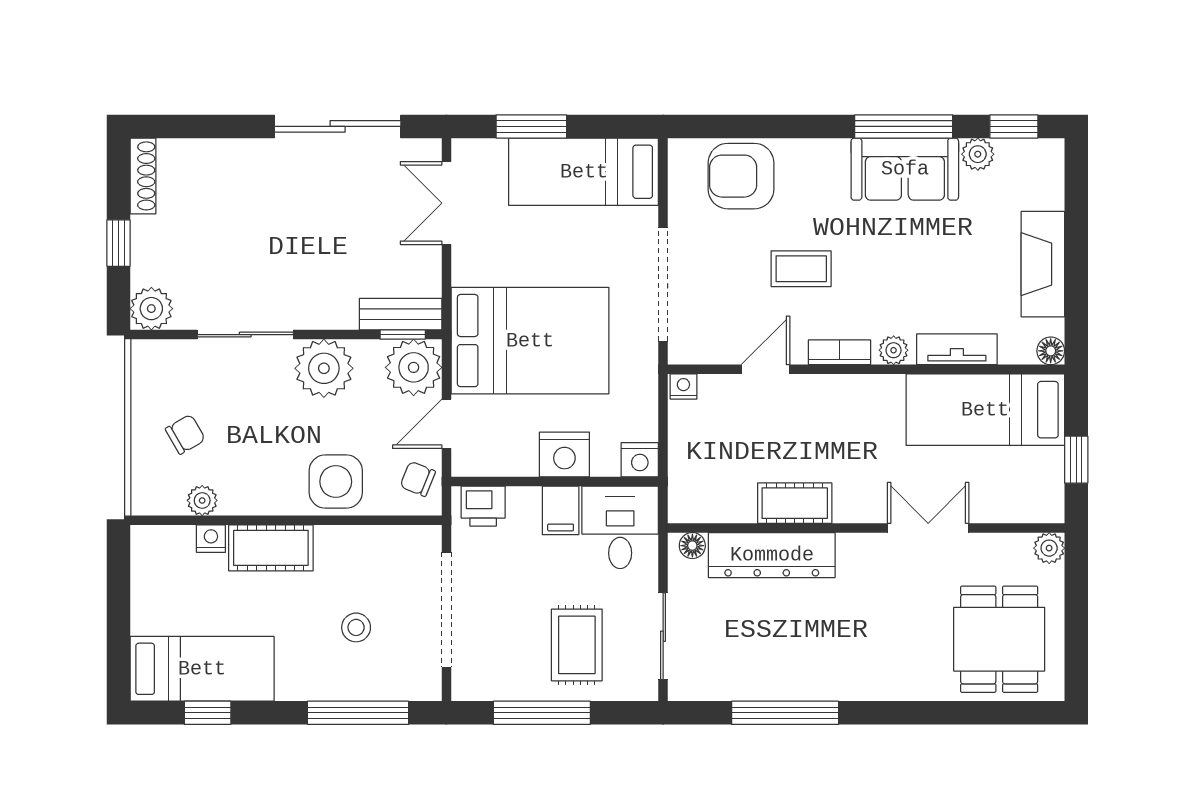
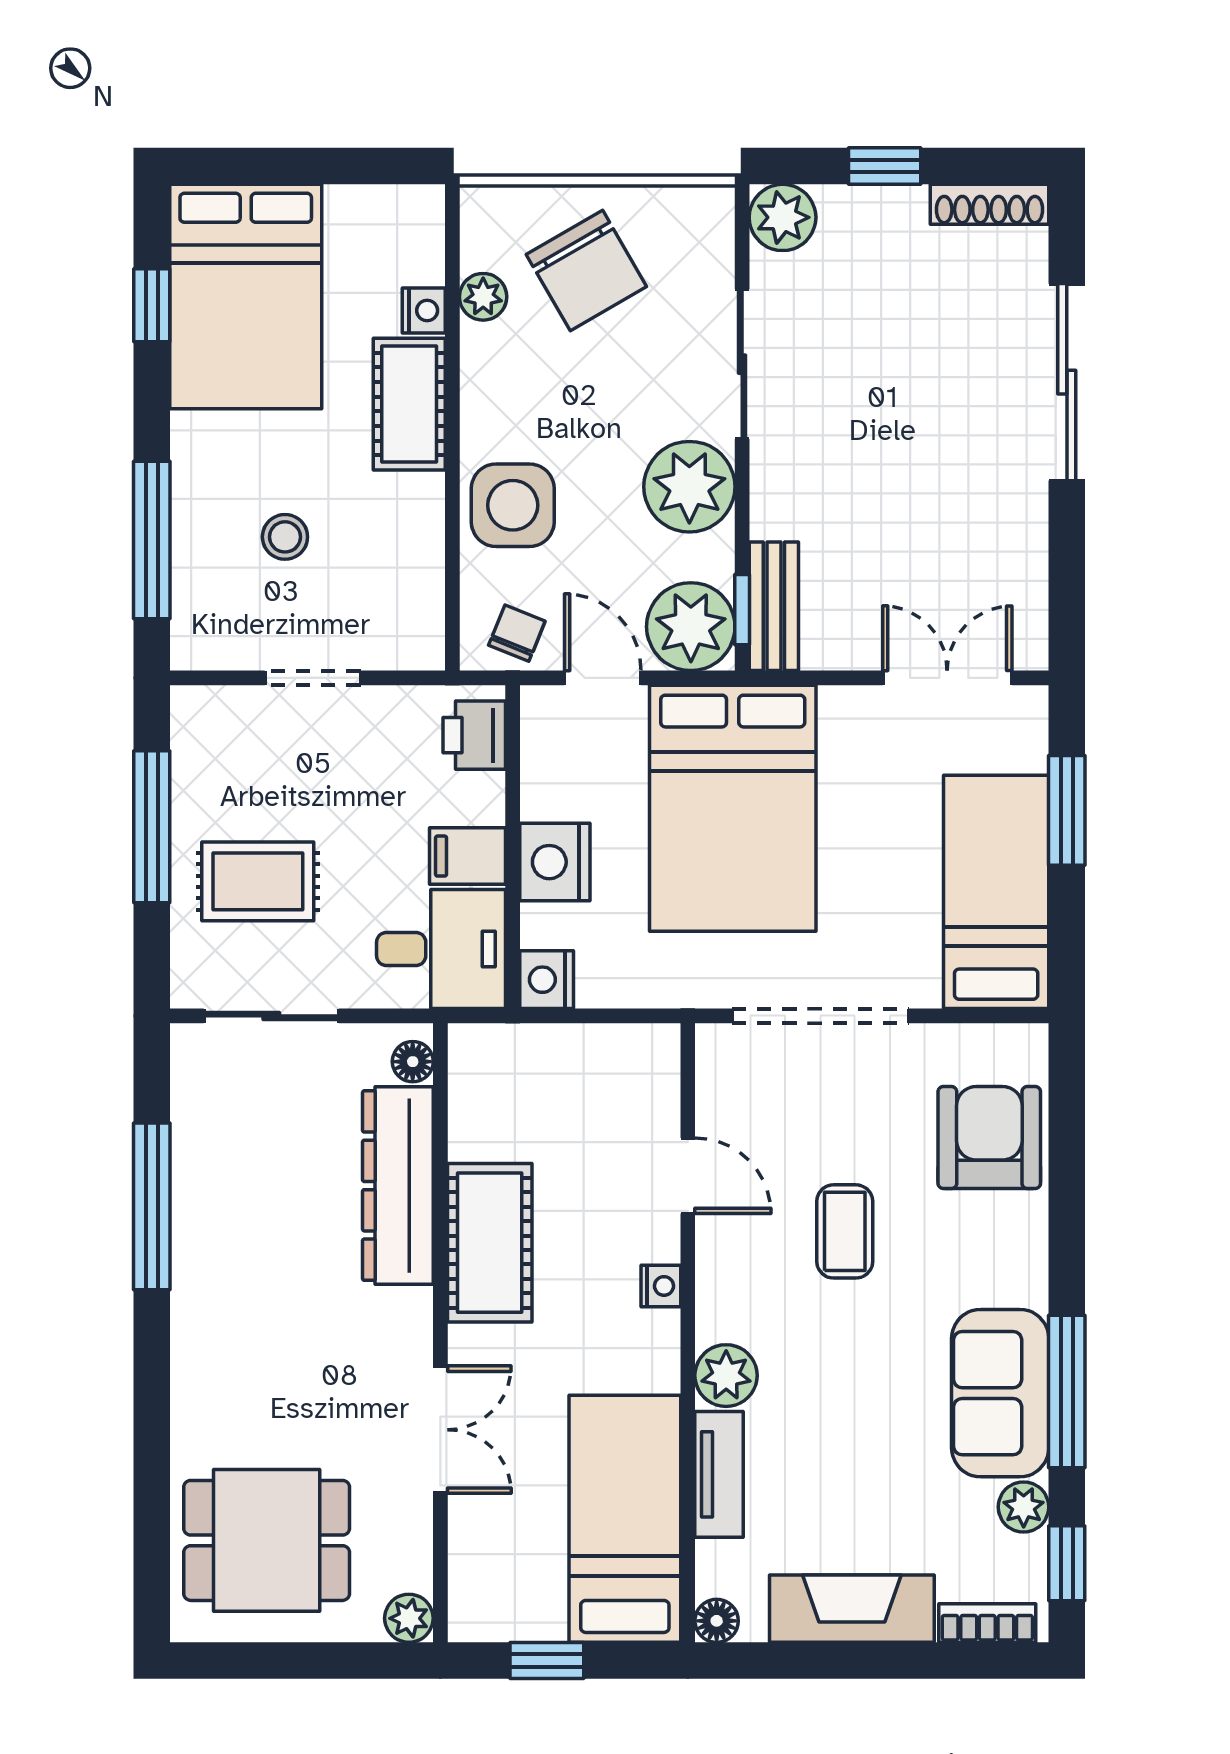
sliding door: (338, 126) -> (1067, 382), moved
plant: (894, 350) -> (726, 1376), width x1.38, depth x1.38
bookcase: (839, 352) -> (987, 1623), moved, turned -90
nightstand: (683, 387) -> (661, 1286), moved
chair: (185, 434) -> (586, 270), width x1.87, depth x1.87
cot: (795, 503) -> (490, 1243), width x1.37, depth x1.34
doorway: (446, 610) -> (313, 678), width x0.53
bed: (202, 669) -> (246, 297), width x1.50

